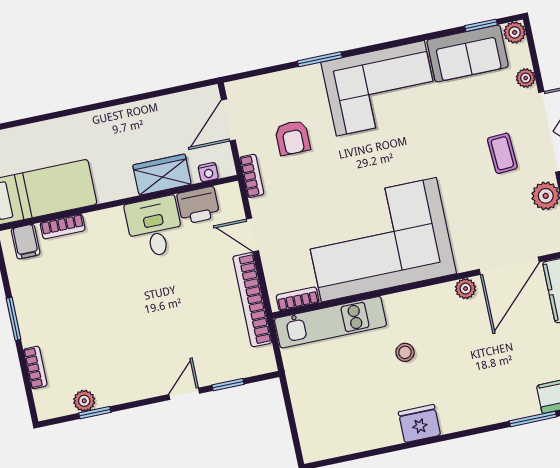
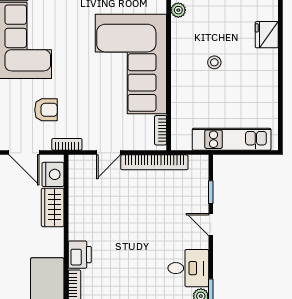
nightstand: (208, 172) -> (53, 174), width x1.89, depth x1.79
printer: (198, 205) -> (80, 255), moved
desk: (155, 227) -> (188, 268), moved, turned 180
kitchen unit: (330, 322) -> (232, 139), moved, turned -90
fridge: (419, 423) -> (267, 35), moved

